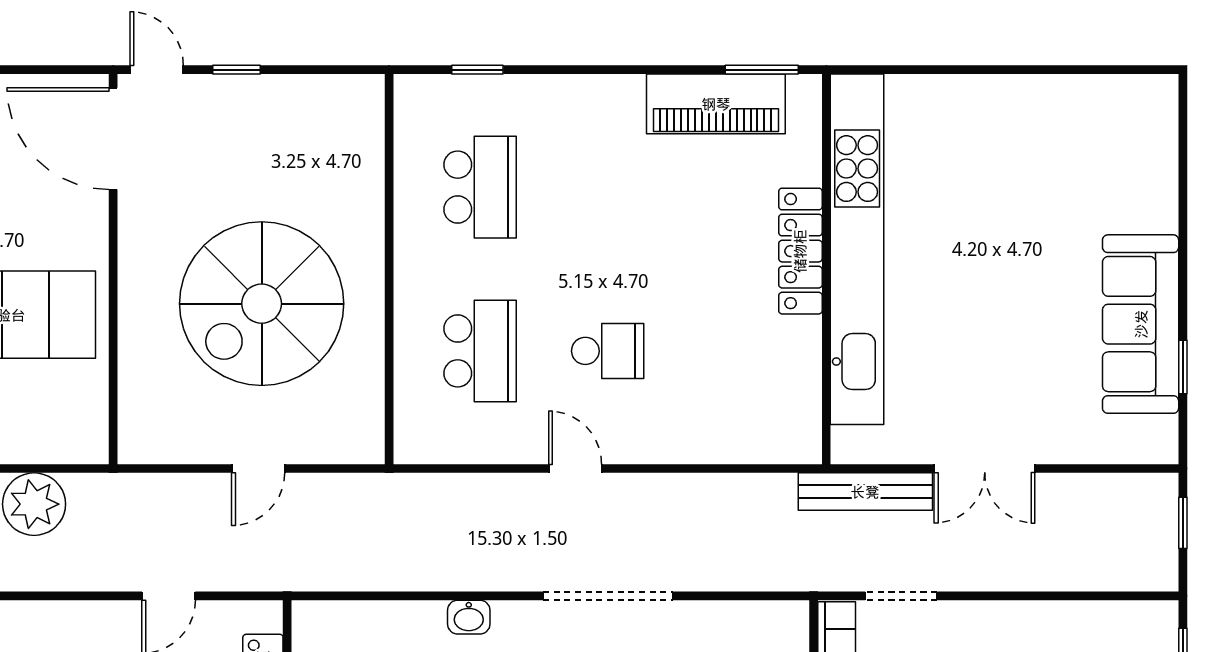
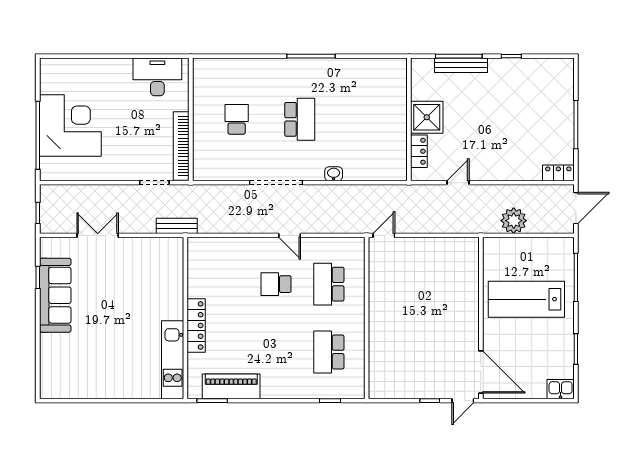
door: (157, 70) -> (463, 401), hinge flipped
kitchen unit: (857, 249) -> (173, 360), width x0.54
spiral stairs: (262, 304) -> (419, 304), removed
door: (258, 468) -> (384, 235), moved
double door: (985, 468) -> (98, 235), moved
bench: (865, 492) -> (177, 226), width x0.73

